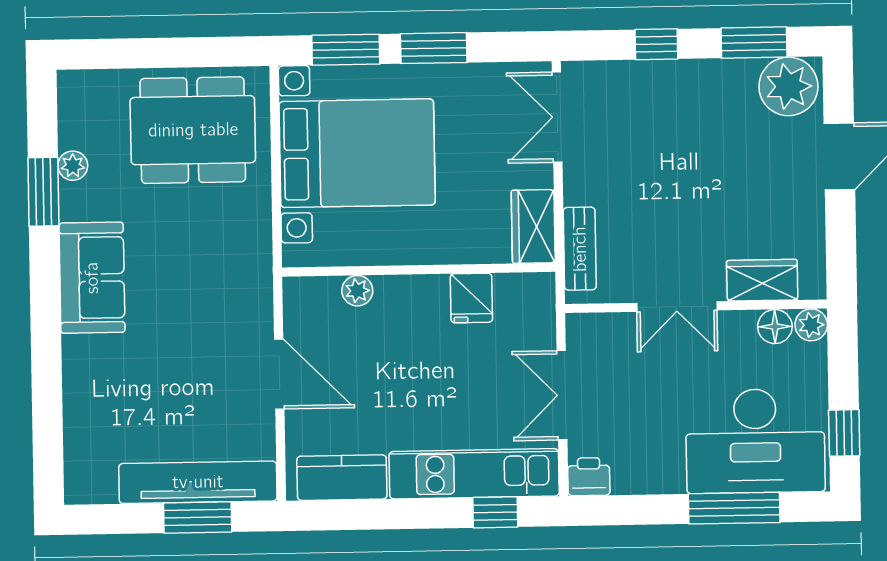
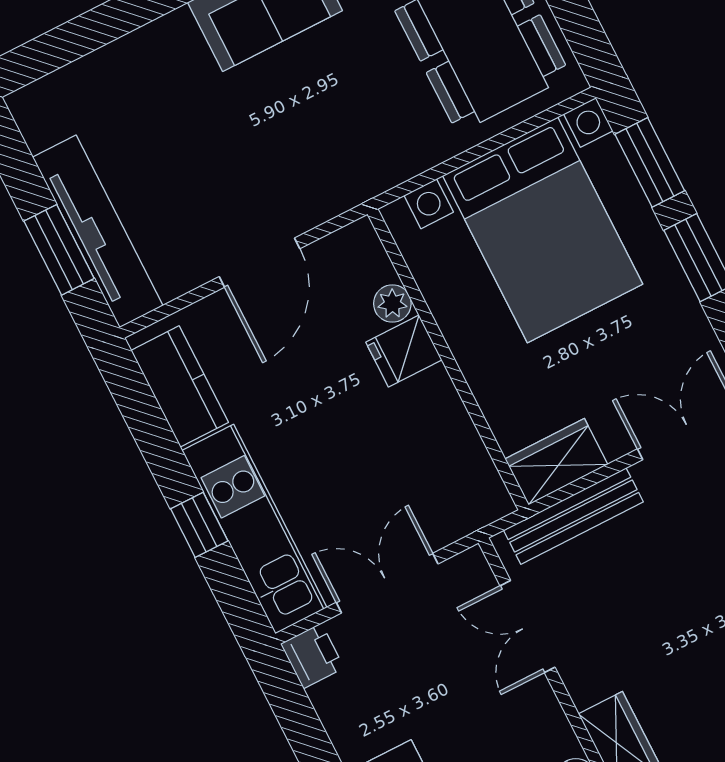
bench: (580, 249) -> (573, 516), width x1.36
fridge: (471, 298) -> (404, 351), moved
double door: (677, 307) -> (527, 626), moved
window: (495, 512) -> (199, 525), moved

